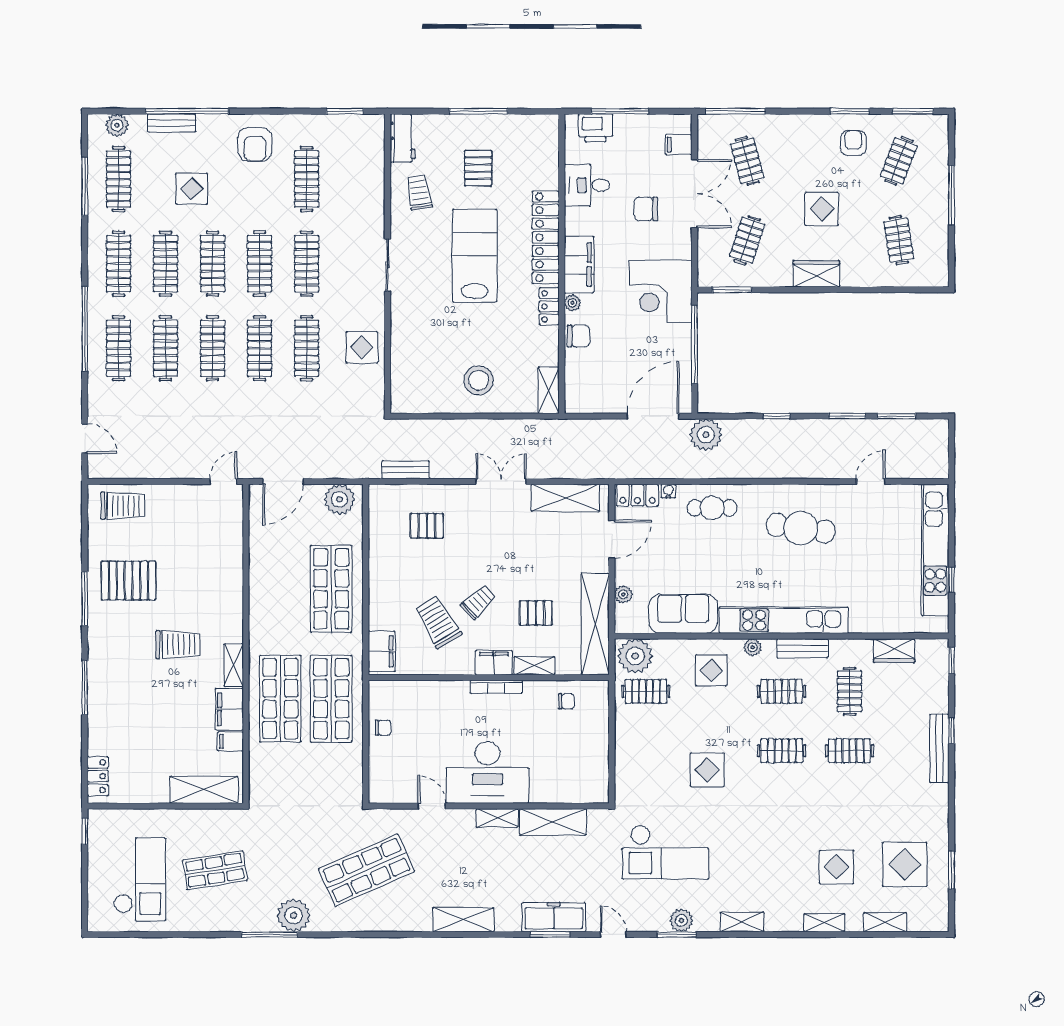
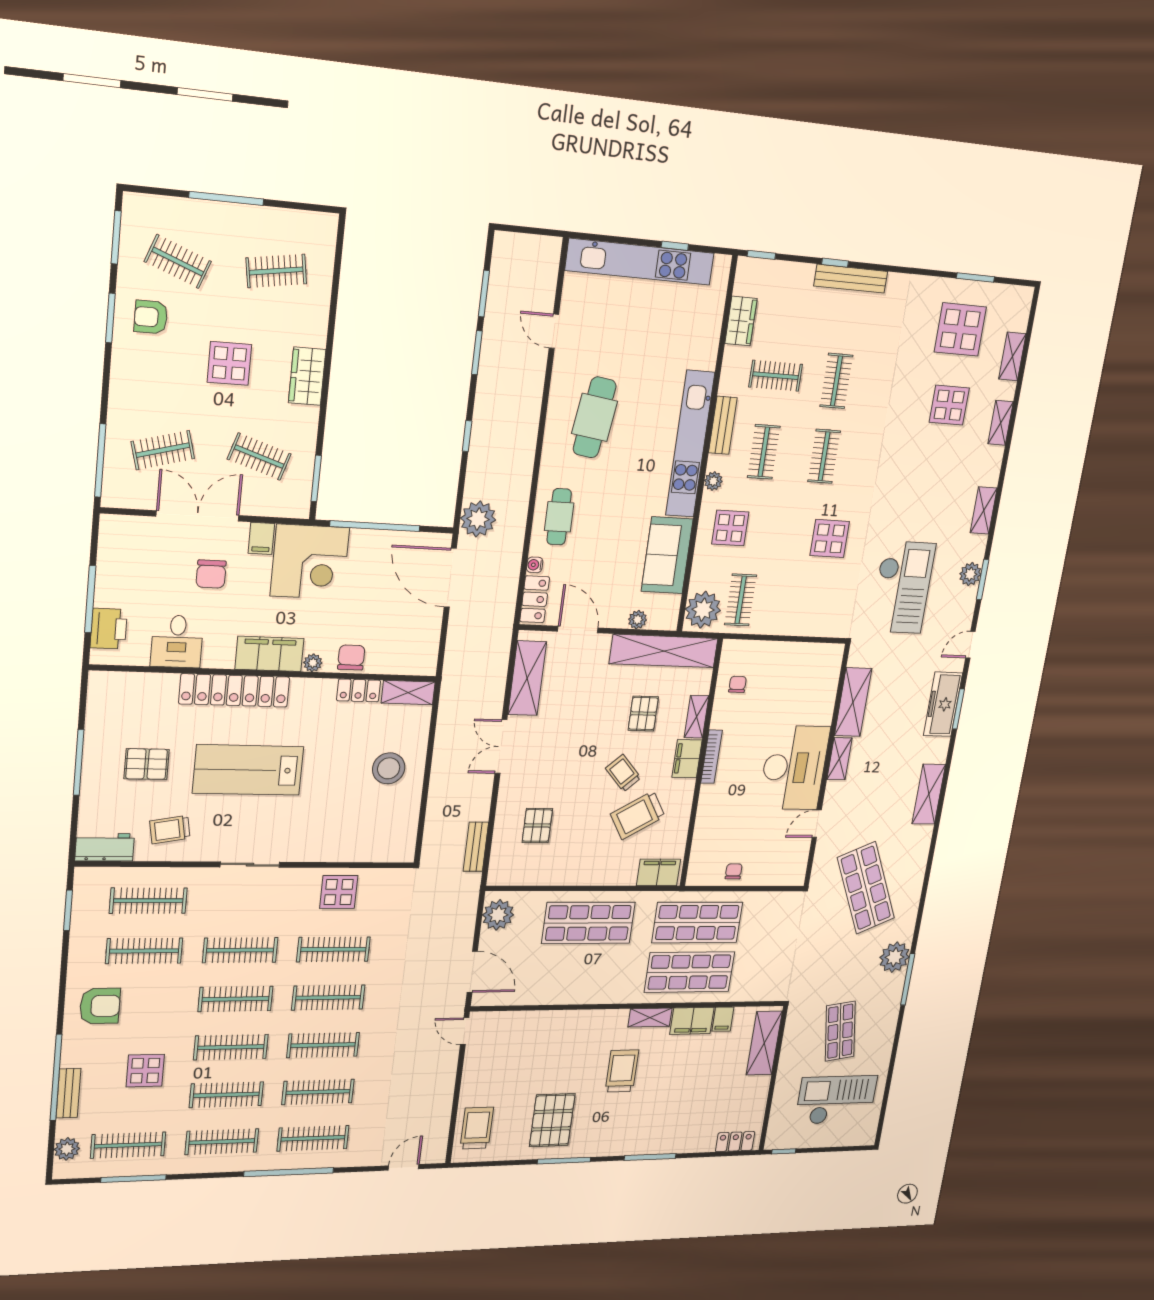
filing cabinet: (679, 145) -> (261, 538), moved
clothes rail: (354, 179) -> (148, 901), added
locker: (549, 306) -> (359, 690), moved

